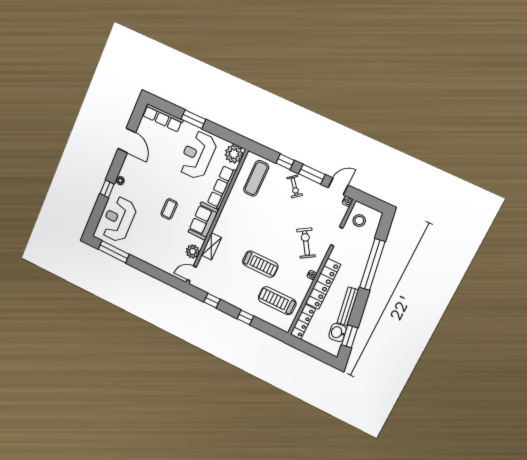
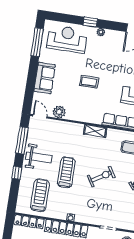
sofa: (203, 221) -> (45, 78), moved, turned 90
exercise bike: (306, 243) -> (101, 177), moved
shelving: (211, 246) -> (95, 131), moved
treadmill: (260, 264) -> (66, 172), turned 180
weight bench: (235, 289) -> (39, 157), added
window: (212, 301) -> (22, 140), width x2.17

